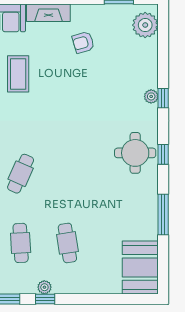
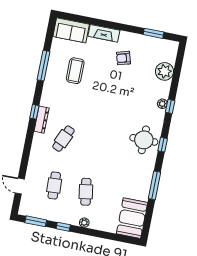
plant: (145, 25) -> (164, 71), moved
plant: (44, 287) -> (84, 223), moved

